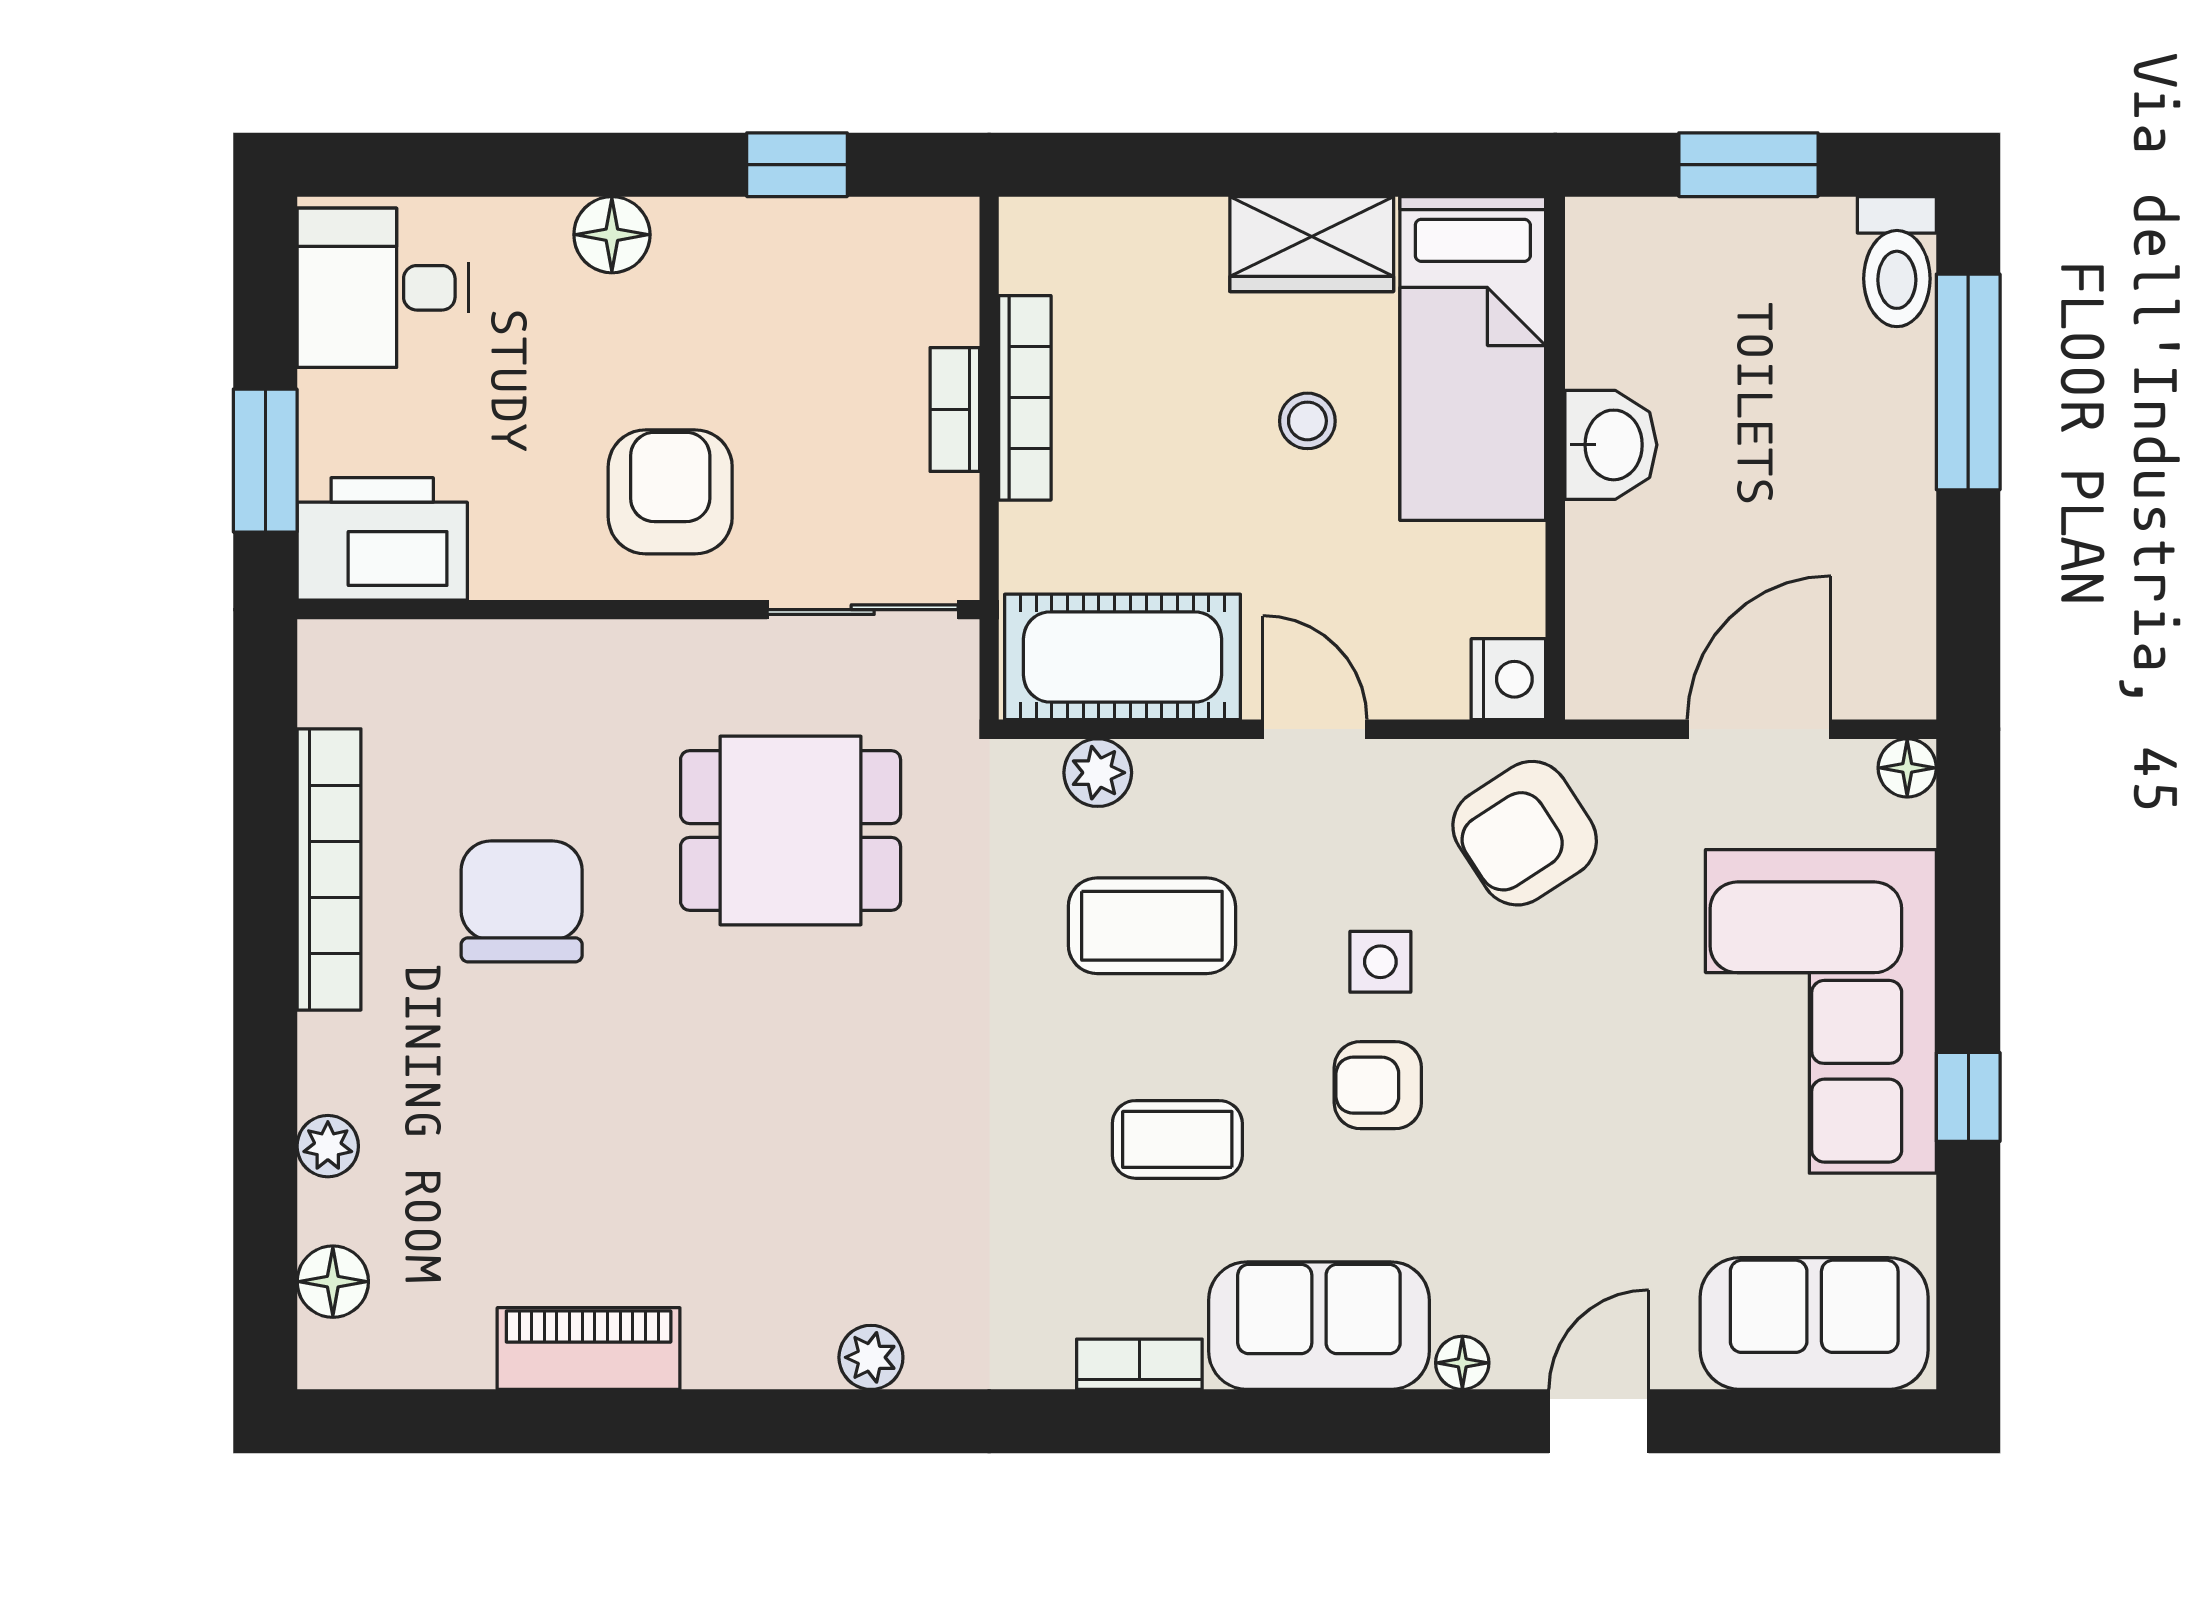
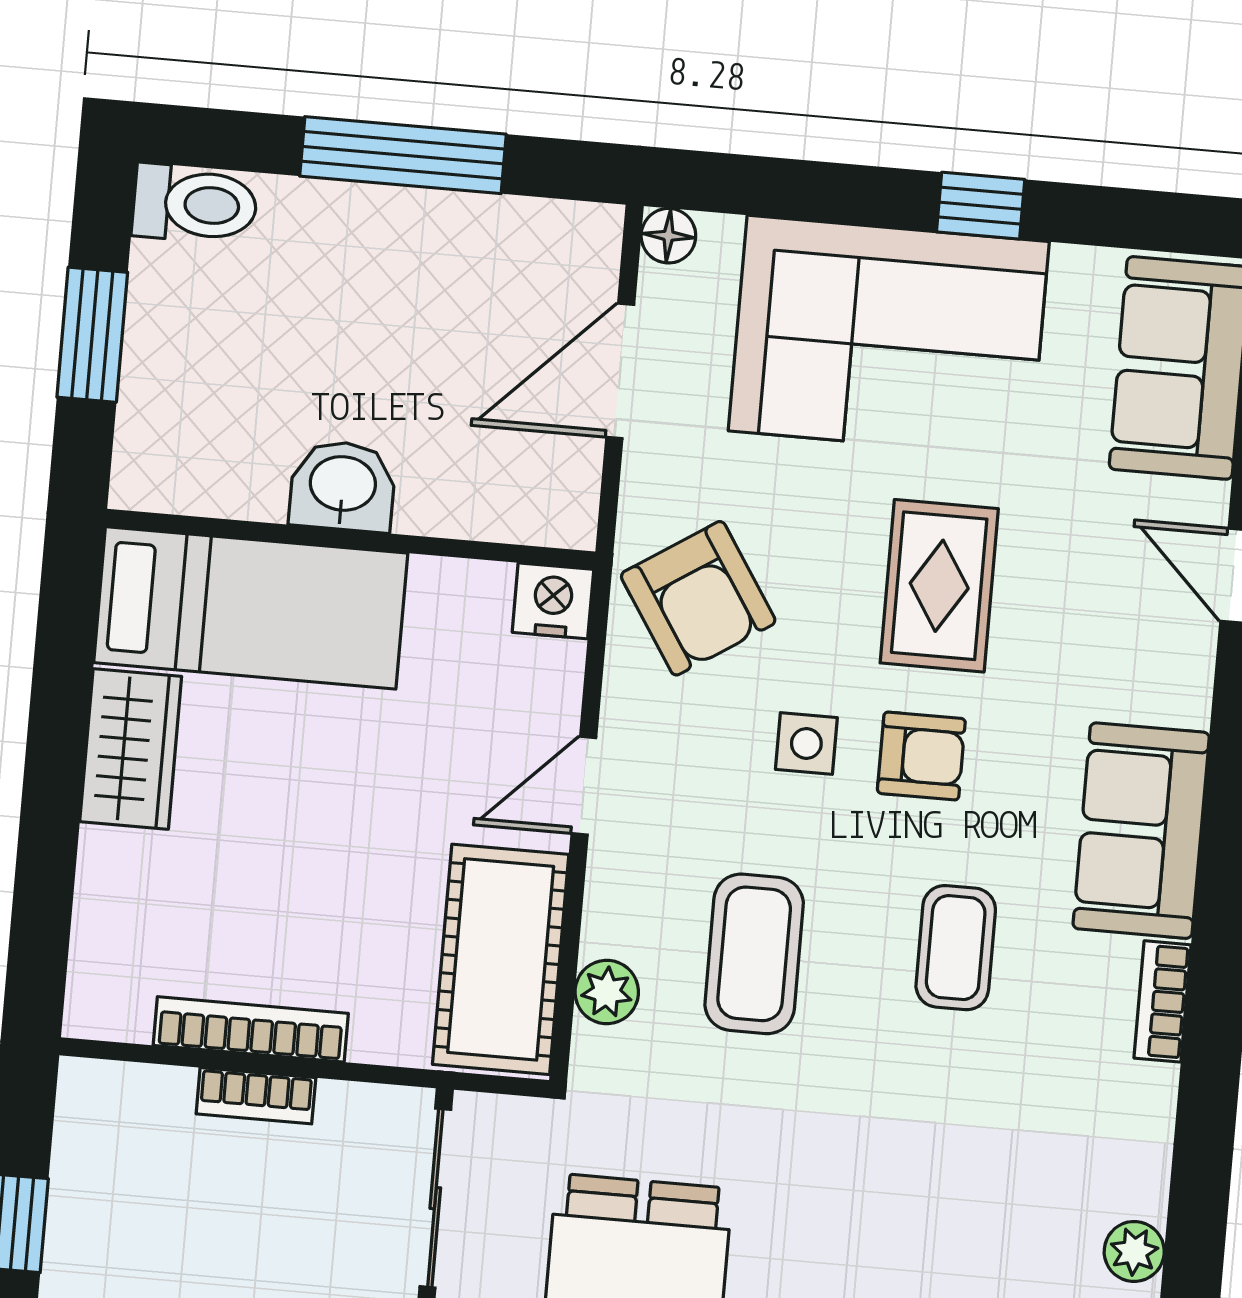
window: (1968, 382) -> (403, 155), moved
stool: (1307, 421) -> (295, 767), removed
door: (1759, 729) -> (620, 371), hinge flipped
armchair: (1378, 1085) -> (921, 756), turned -90
rug: (1560, 1088) -> (939, 586), added
floor lamp: (1462, 1363) -> (1188, 700), removed

